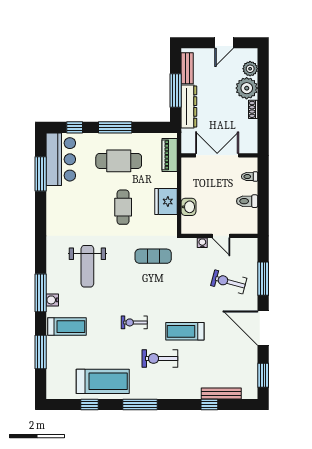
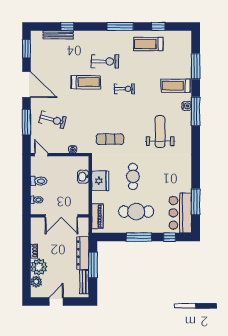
door: (221, 236) -> (41, 155), moved
treadmill: (103, 381) -> (148, 44), width x0.73, depth x0.73

